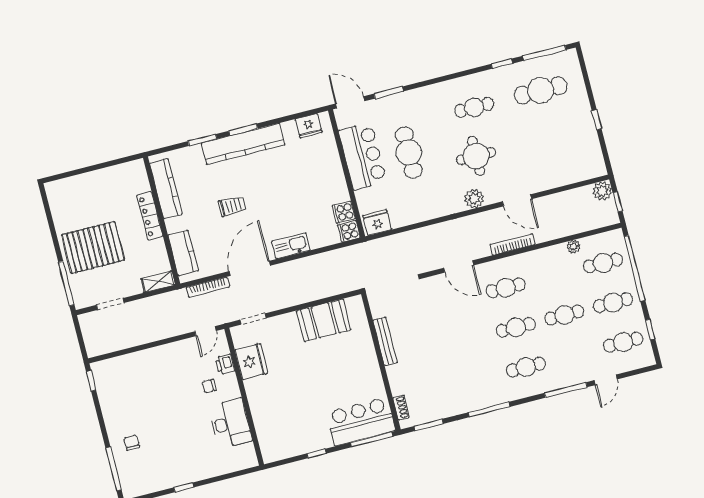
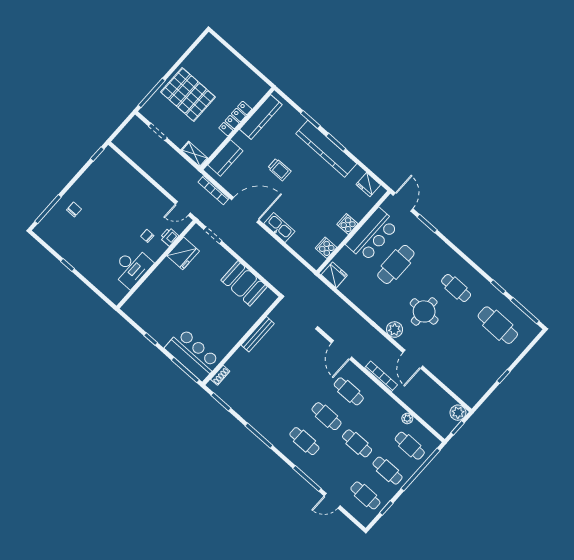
cooker: (349, 231) -> (347, 224), moved

